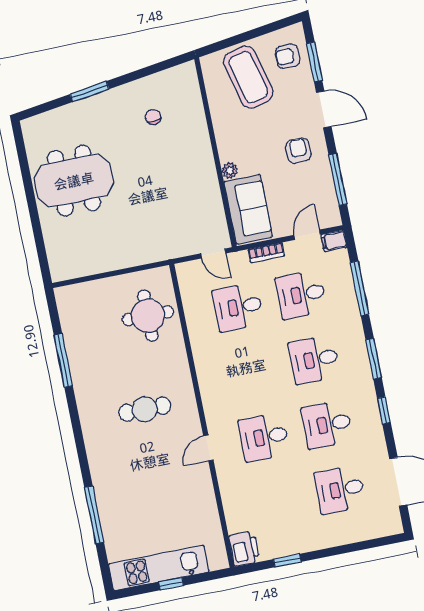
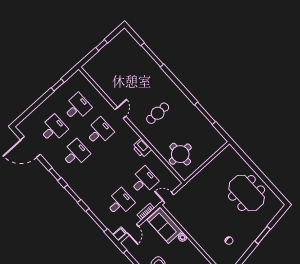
meeting table: (74, 181) -> (247, 193), turned 90
desk: (314, 360) -> (77, 107), moved
printer: (244, 549) -> (142, 148), moved
kitchen unit: (159, 568) -> (111, 49), removed

